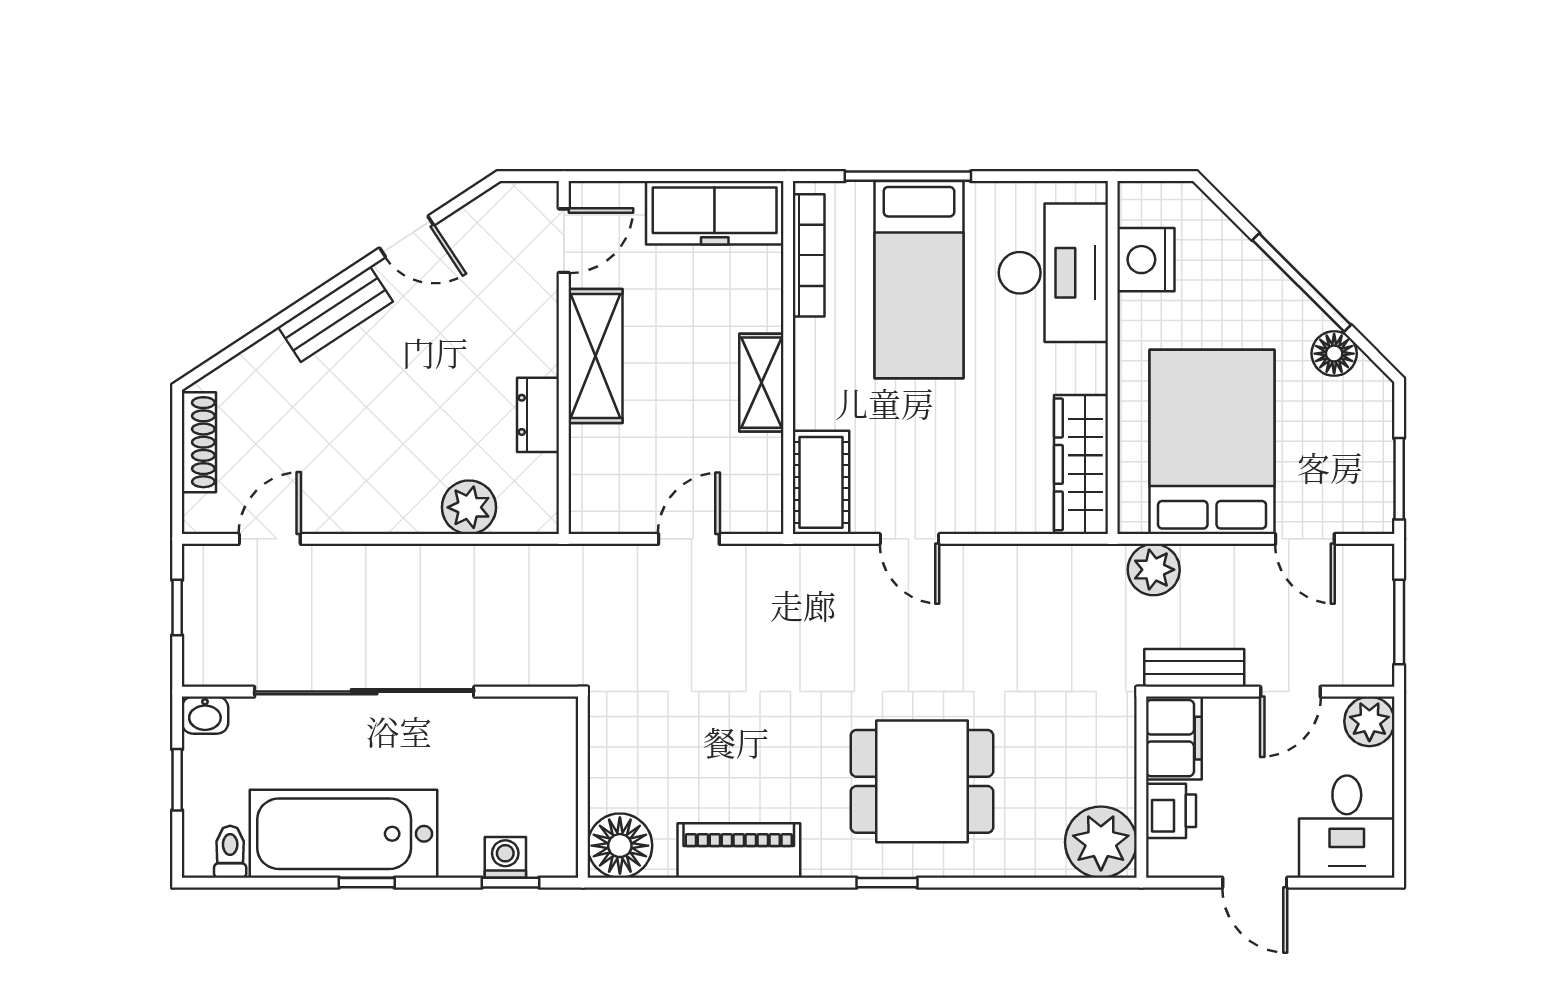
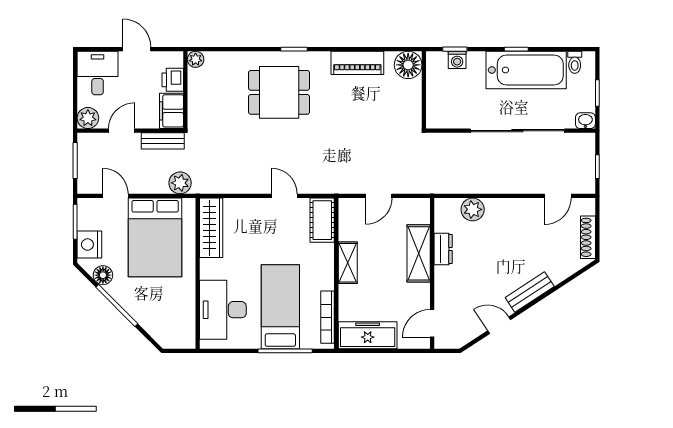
nightstand: (1146, 260) -> (89, 244), moved, turned 180
shelving: (595, 356) -> (419, 253), moved
plant: (1101, 842) -> (196, 59), width x0.53, depth x0.53

